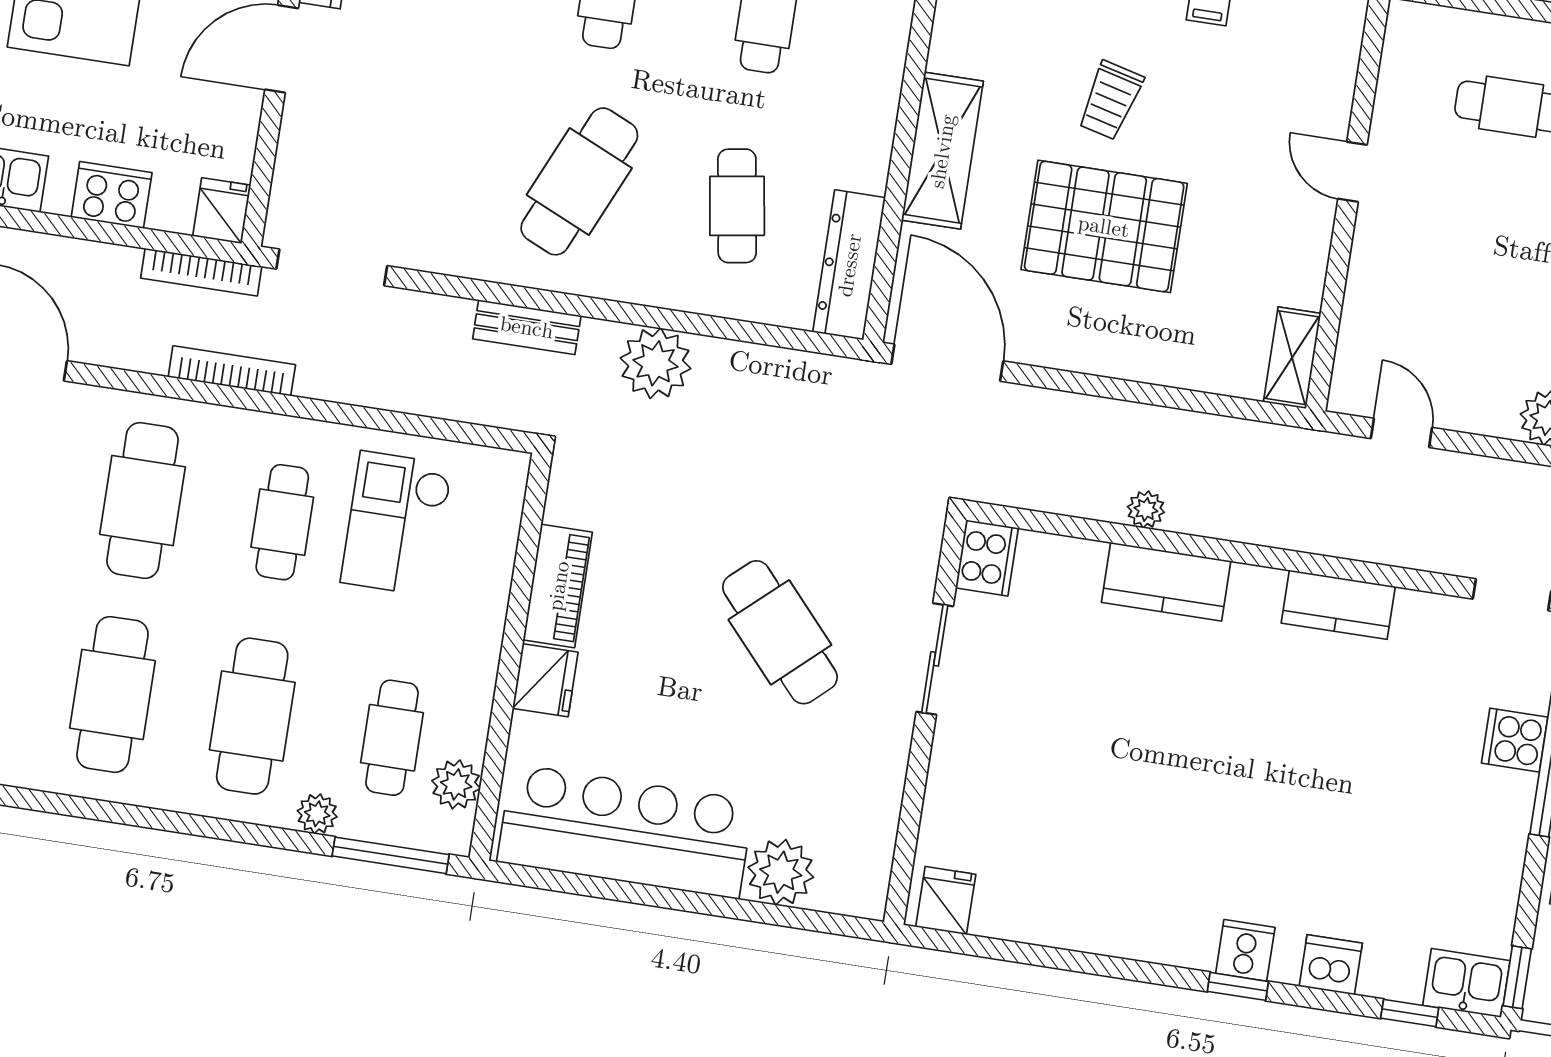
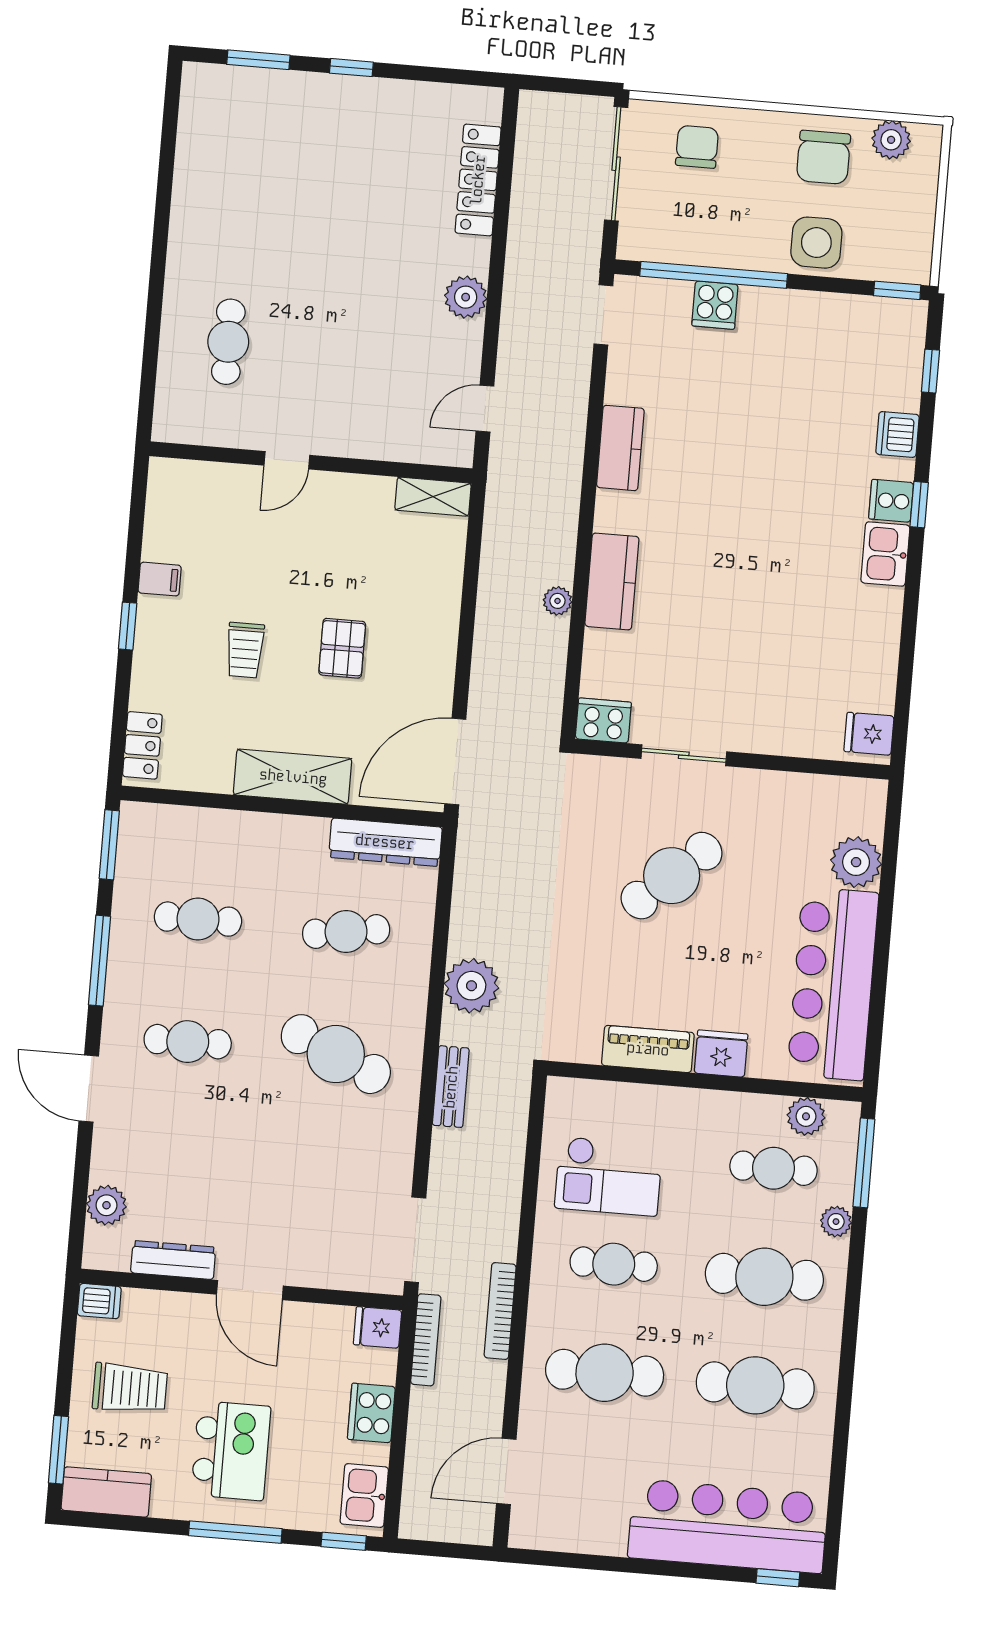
trolley: (1110, 100) -> (245, 650), turned 76
pallet: (1104, 226) -> (342, 648), width x0.49, depth x0.50
kitchen sink: (1466, 983) -> (885, 554), moved

